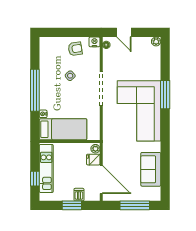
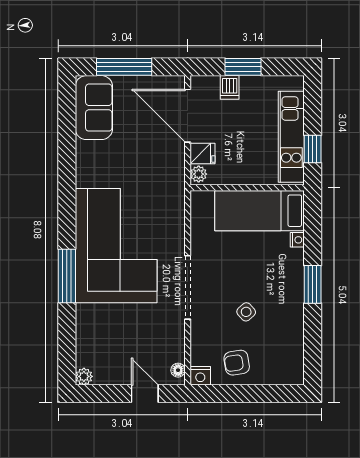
window: (35, 90) -> (313, 284), width x0.47
sofa: (151, 169) -> (94, 108), moved
window: (35, 179) -> (313, 149), moved

